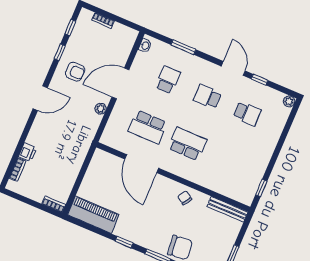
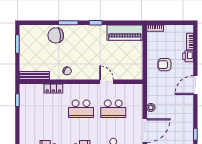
armchair: (75, 72) -> (164, 65), moved
door: (40, 98) -> (195, 85), moved
school desk: (148, 127) -> (113, 109), turned 180
door: (142, 164) -> (107, 82), width x0.53
locker: (211, 183) -> (53, 89), added

